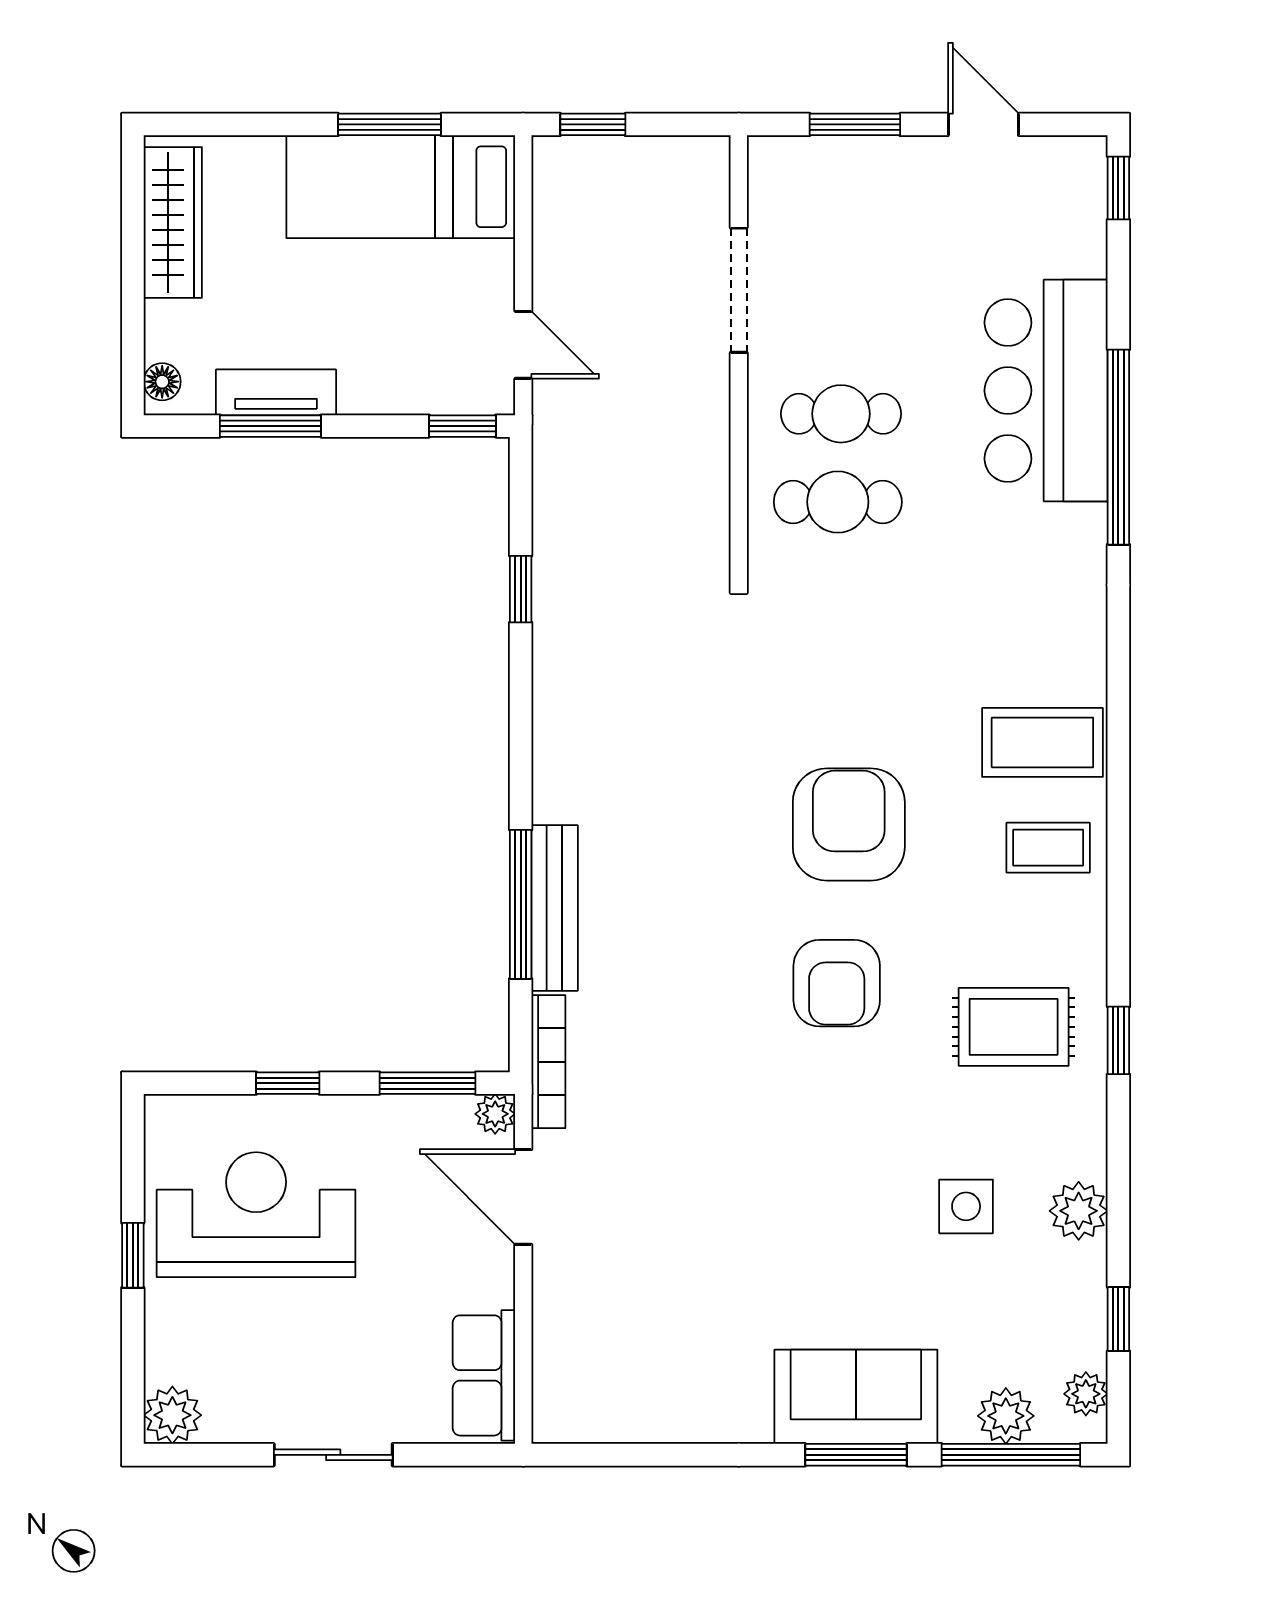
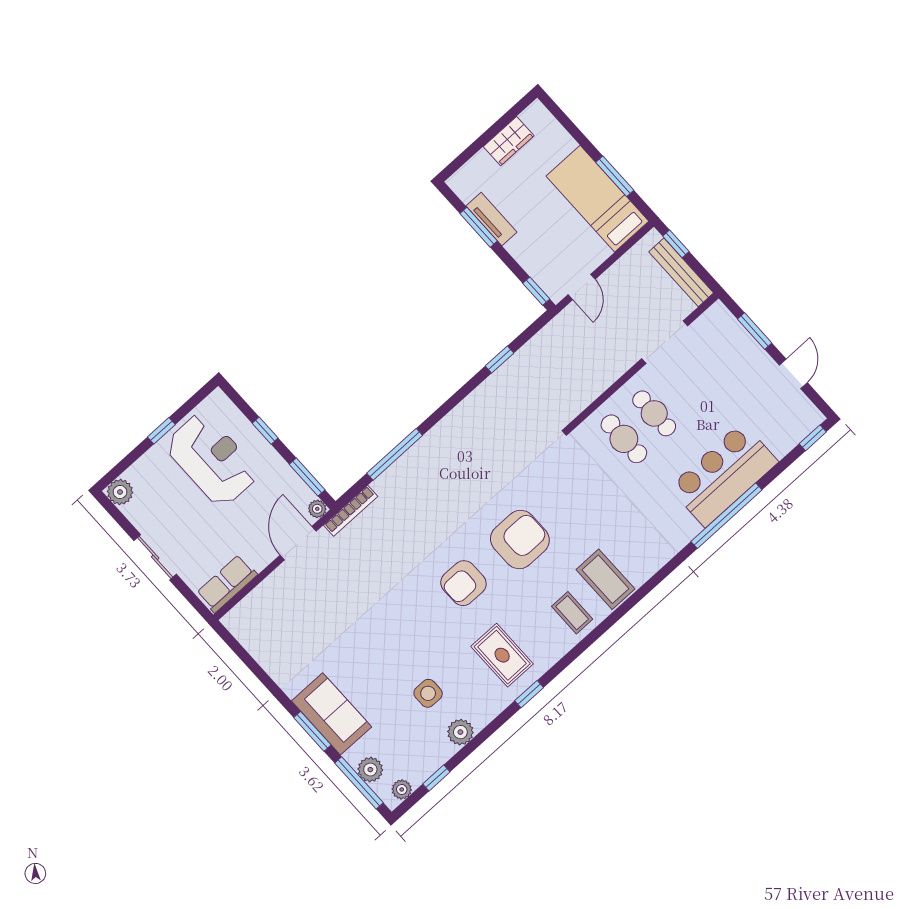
wardrobe: (173, 222) -> (509, 141), width x0.67
floor lamp: (162, 382) -> (461, 178), removed
bench: (555, 908) -> (681, 272), moved, turned 90

